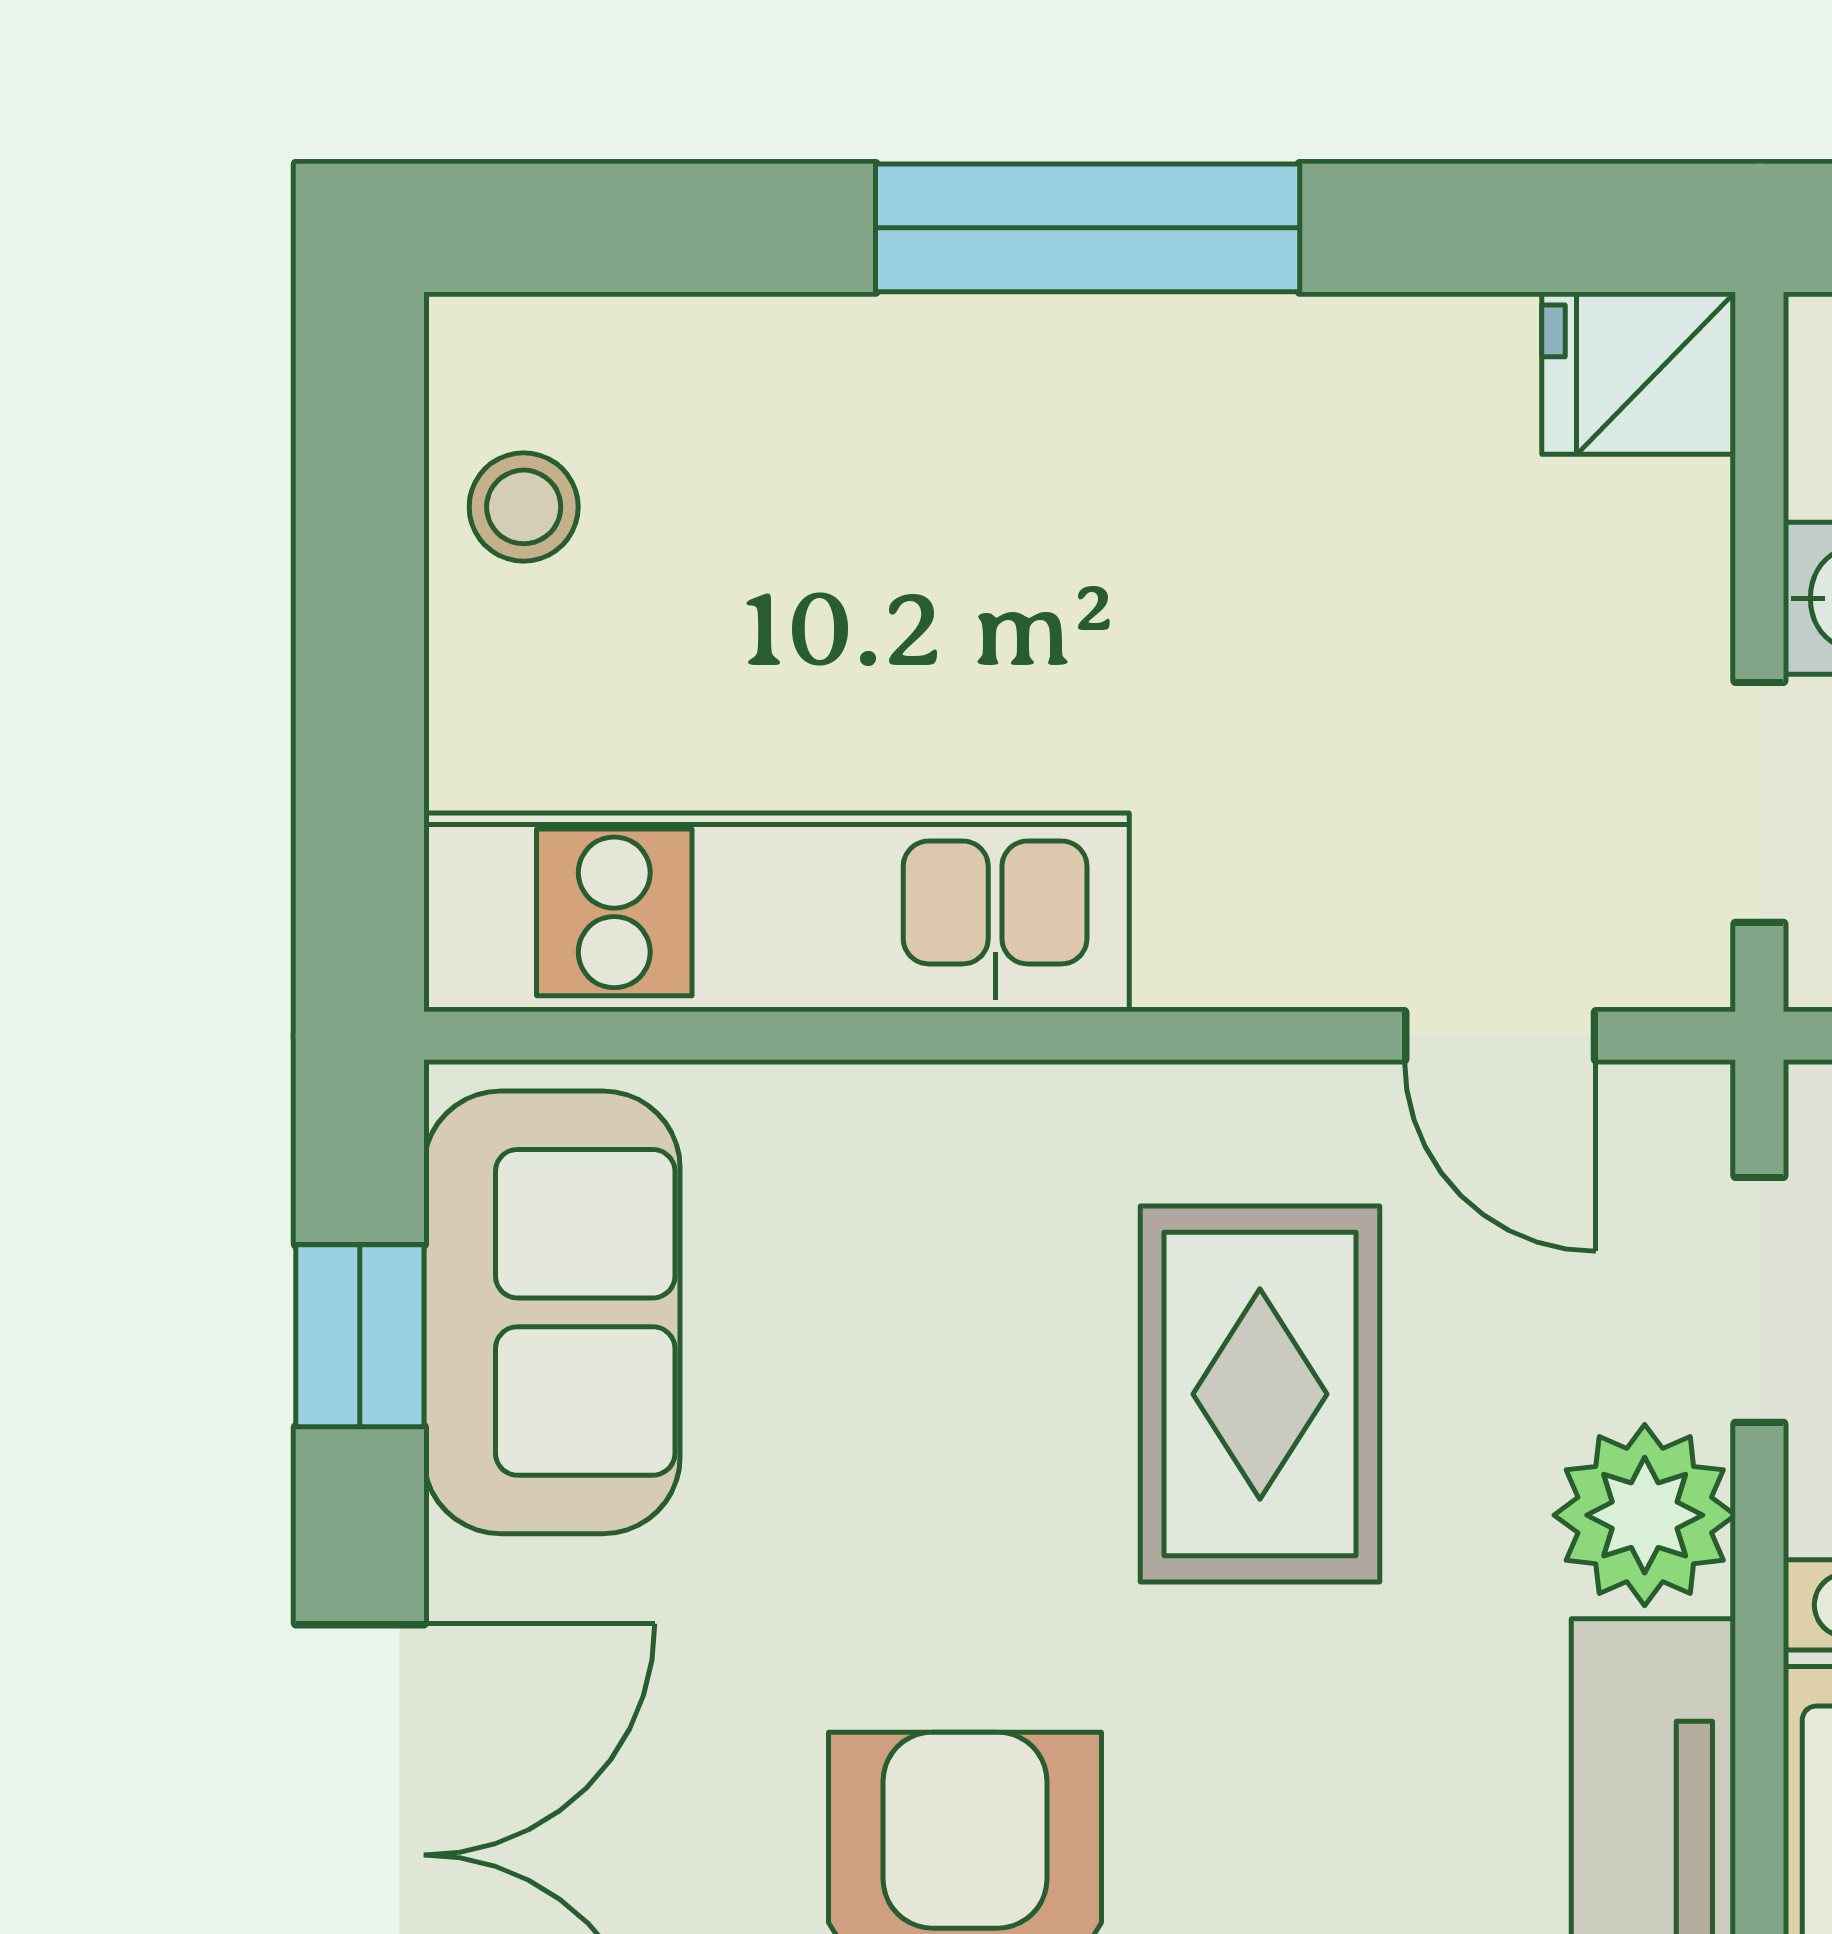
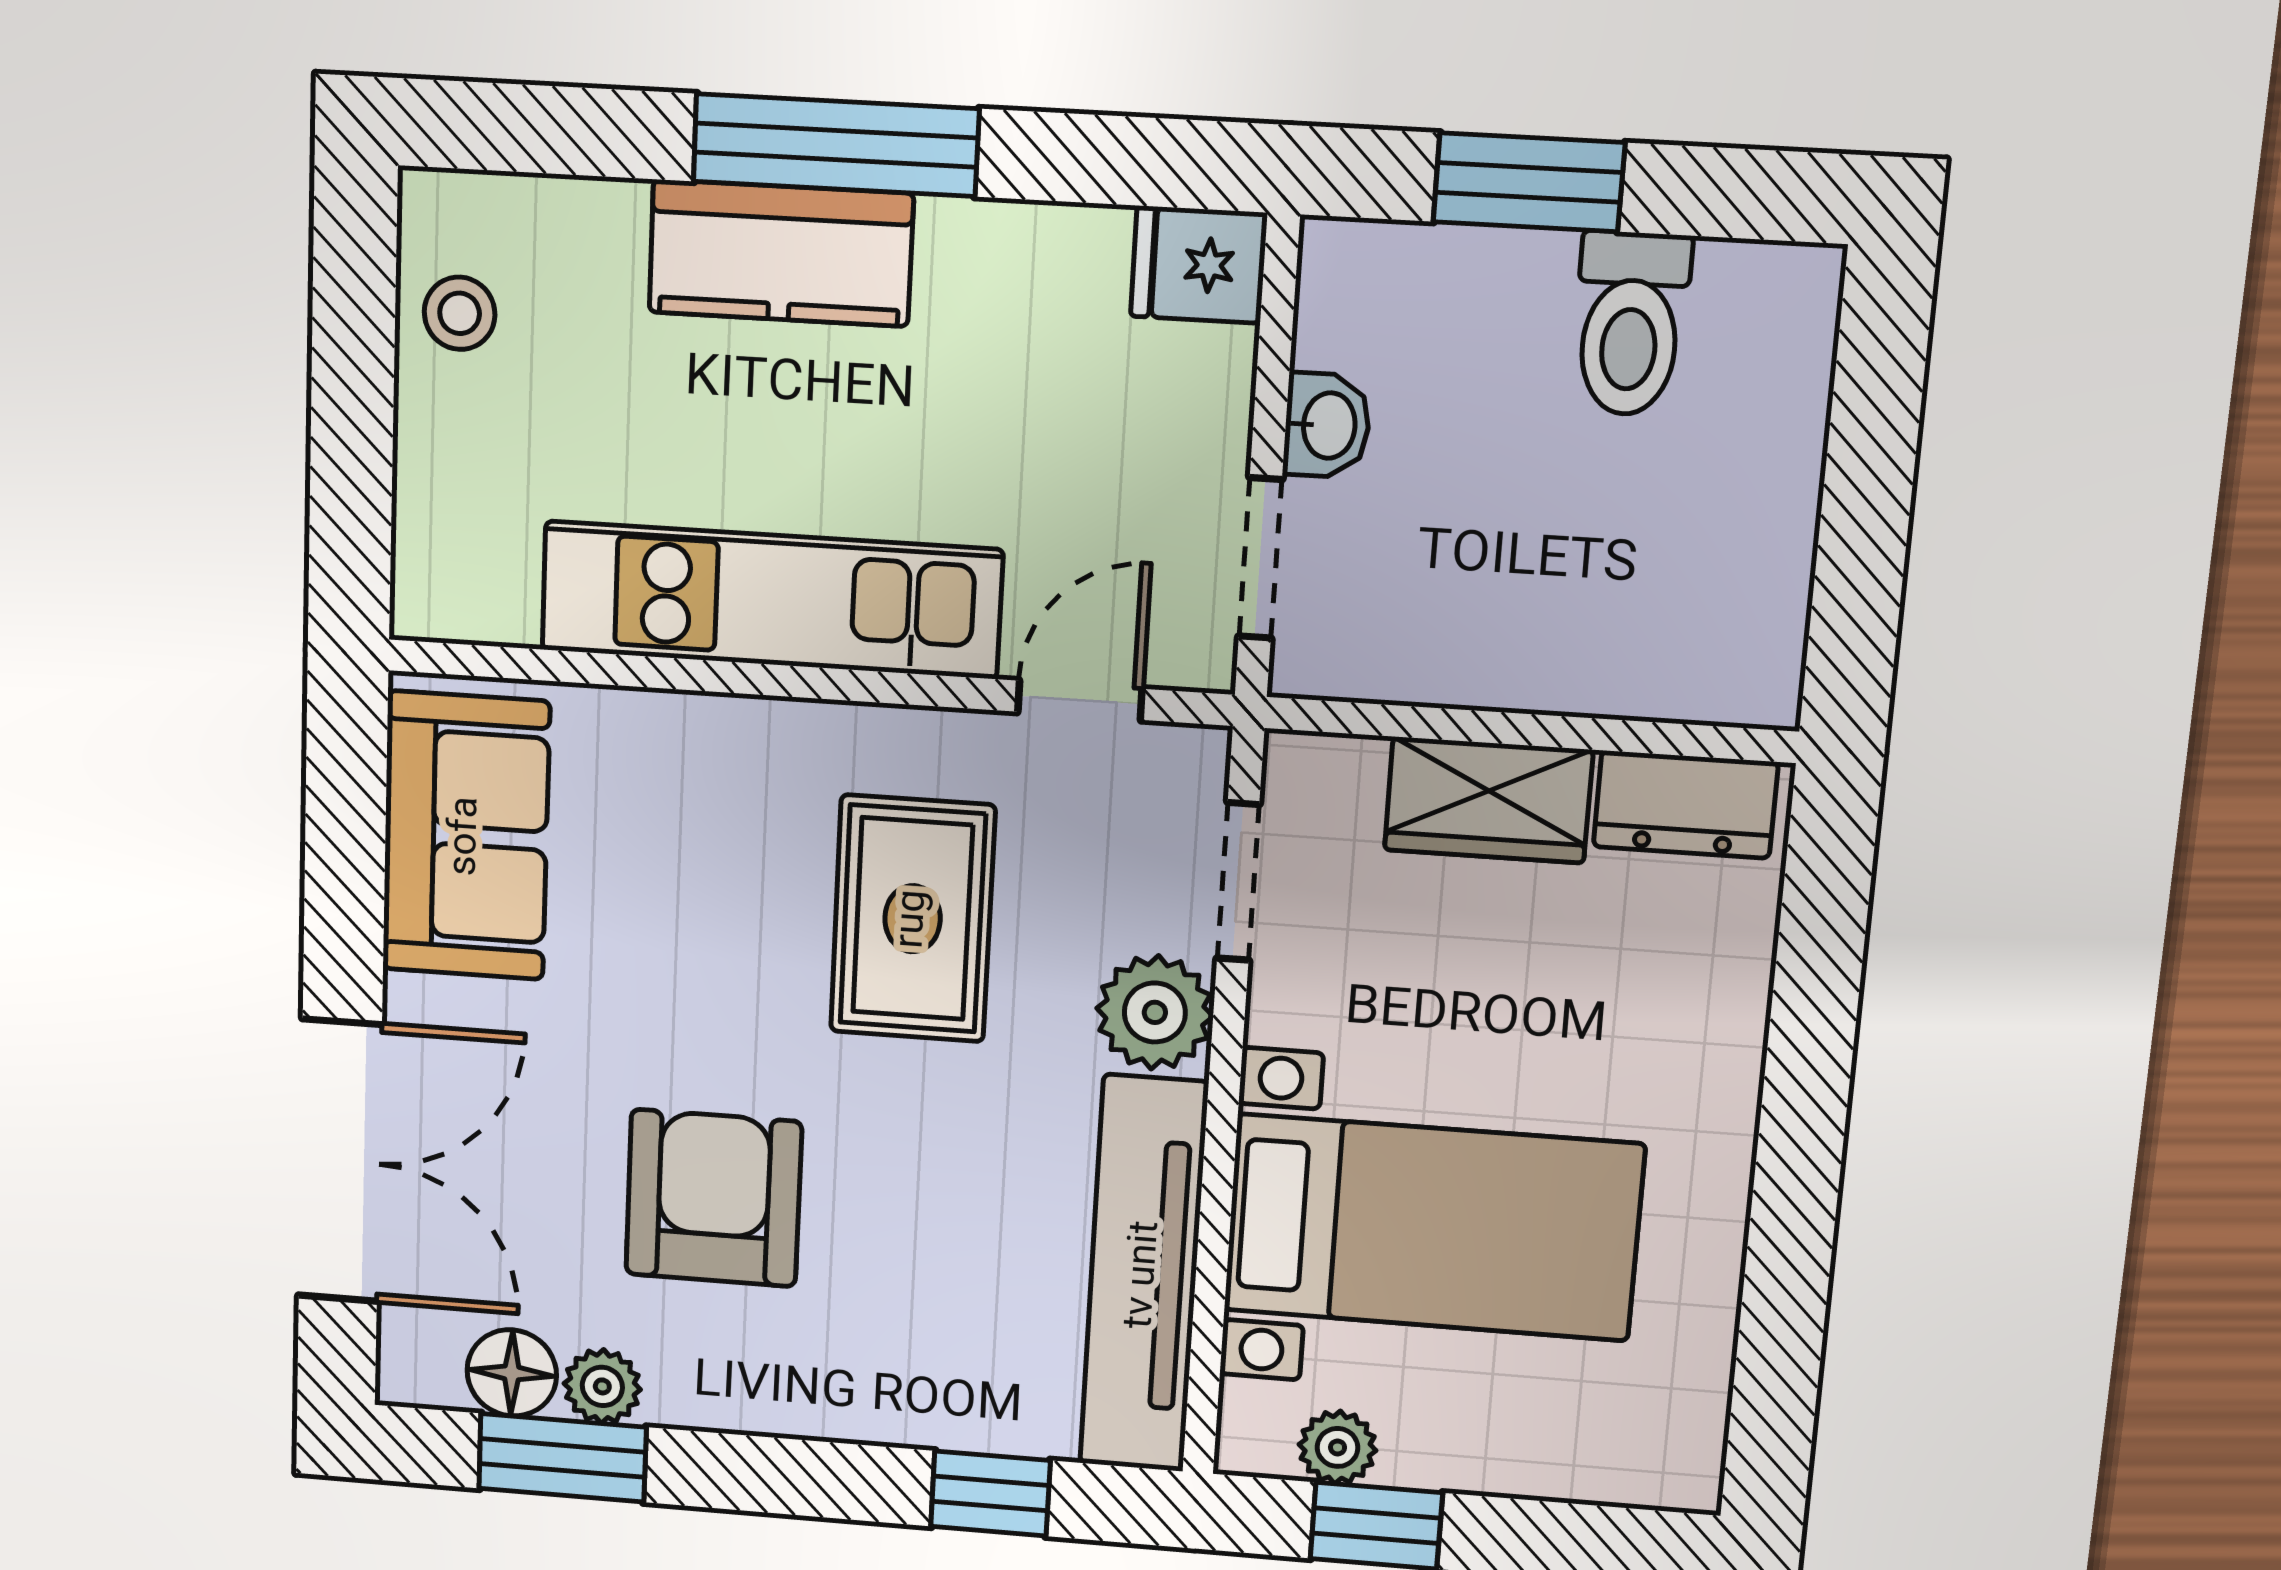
kitchen counter: (1012, 390) -> (781, 253), added
kitchen unit: (776, 912) -> (771, 600), moved
door: (1500, 1036) -> (1080, 700), swing flipped
window: (360, 1336) -> (345, 842), removed

